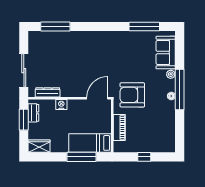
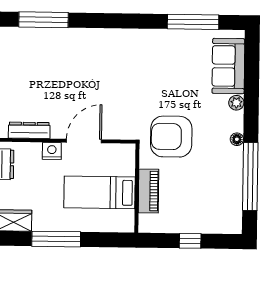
window: (180, 89) -> (250, 176), moved
door: (97, 98) -> (84, 141), moved
bed: (90, 143) -> (99, 192), moved
window: (82, 157) -> (56, 239), moved

